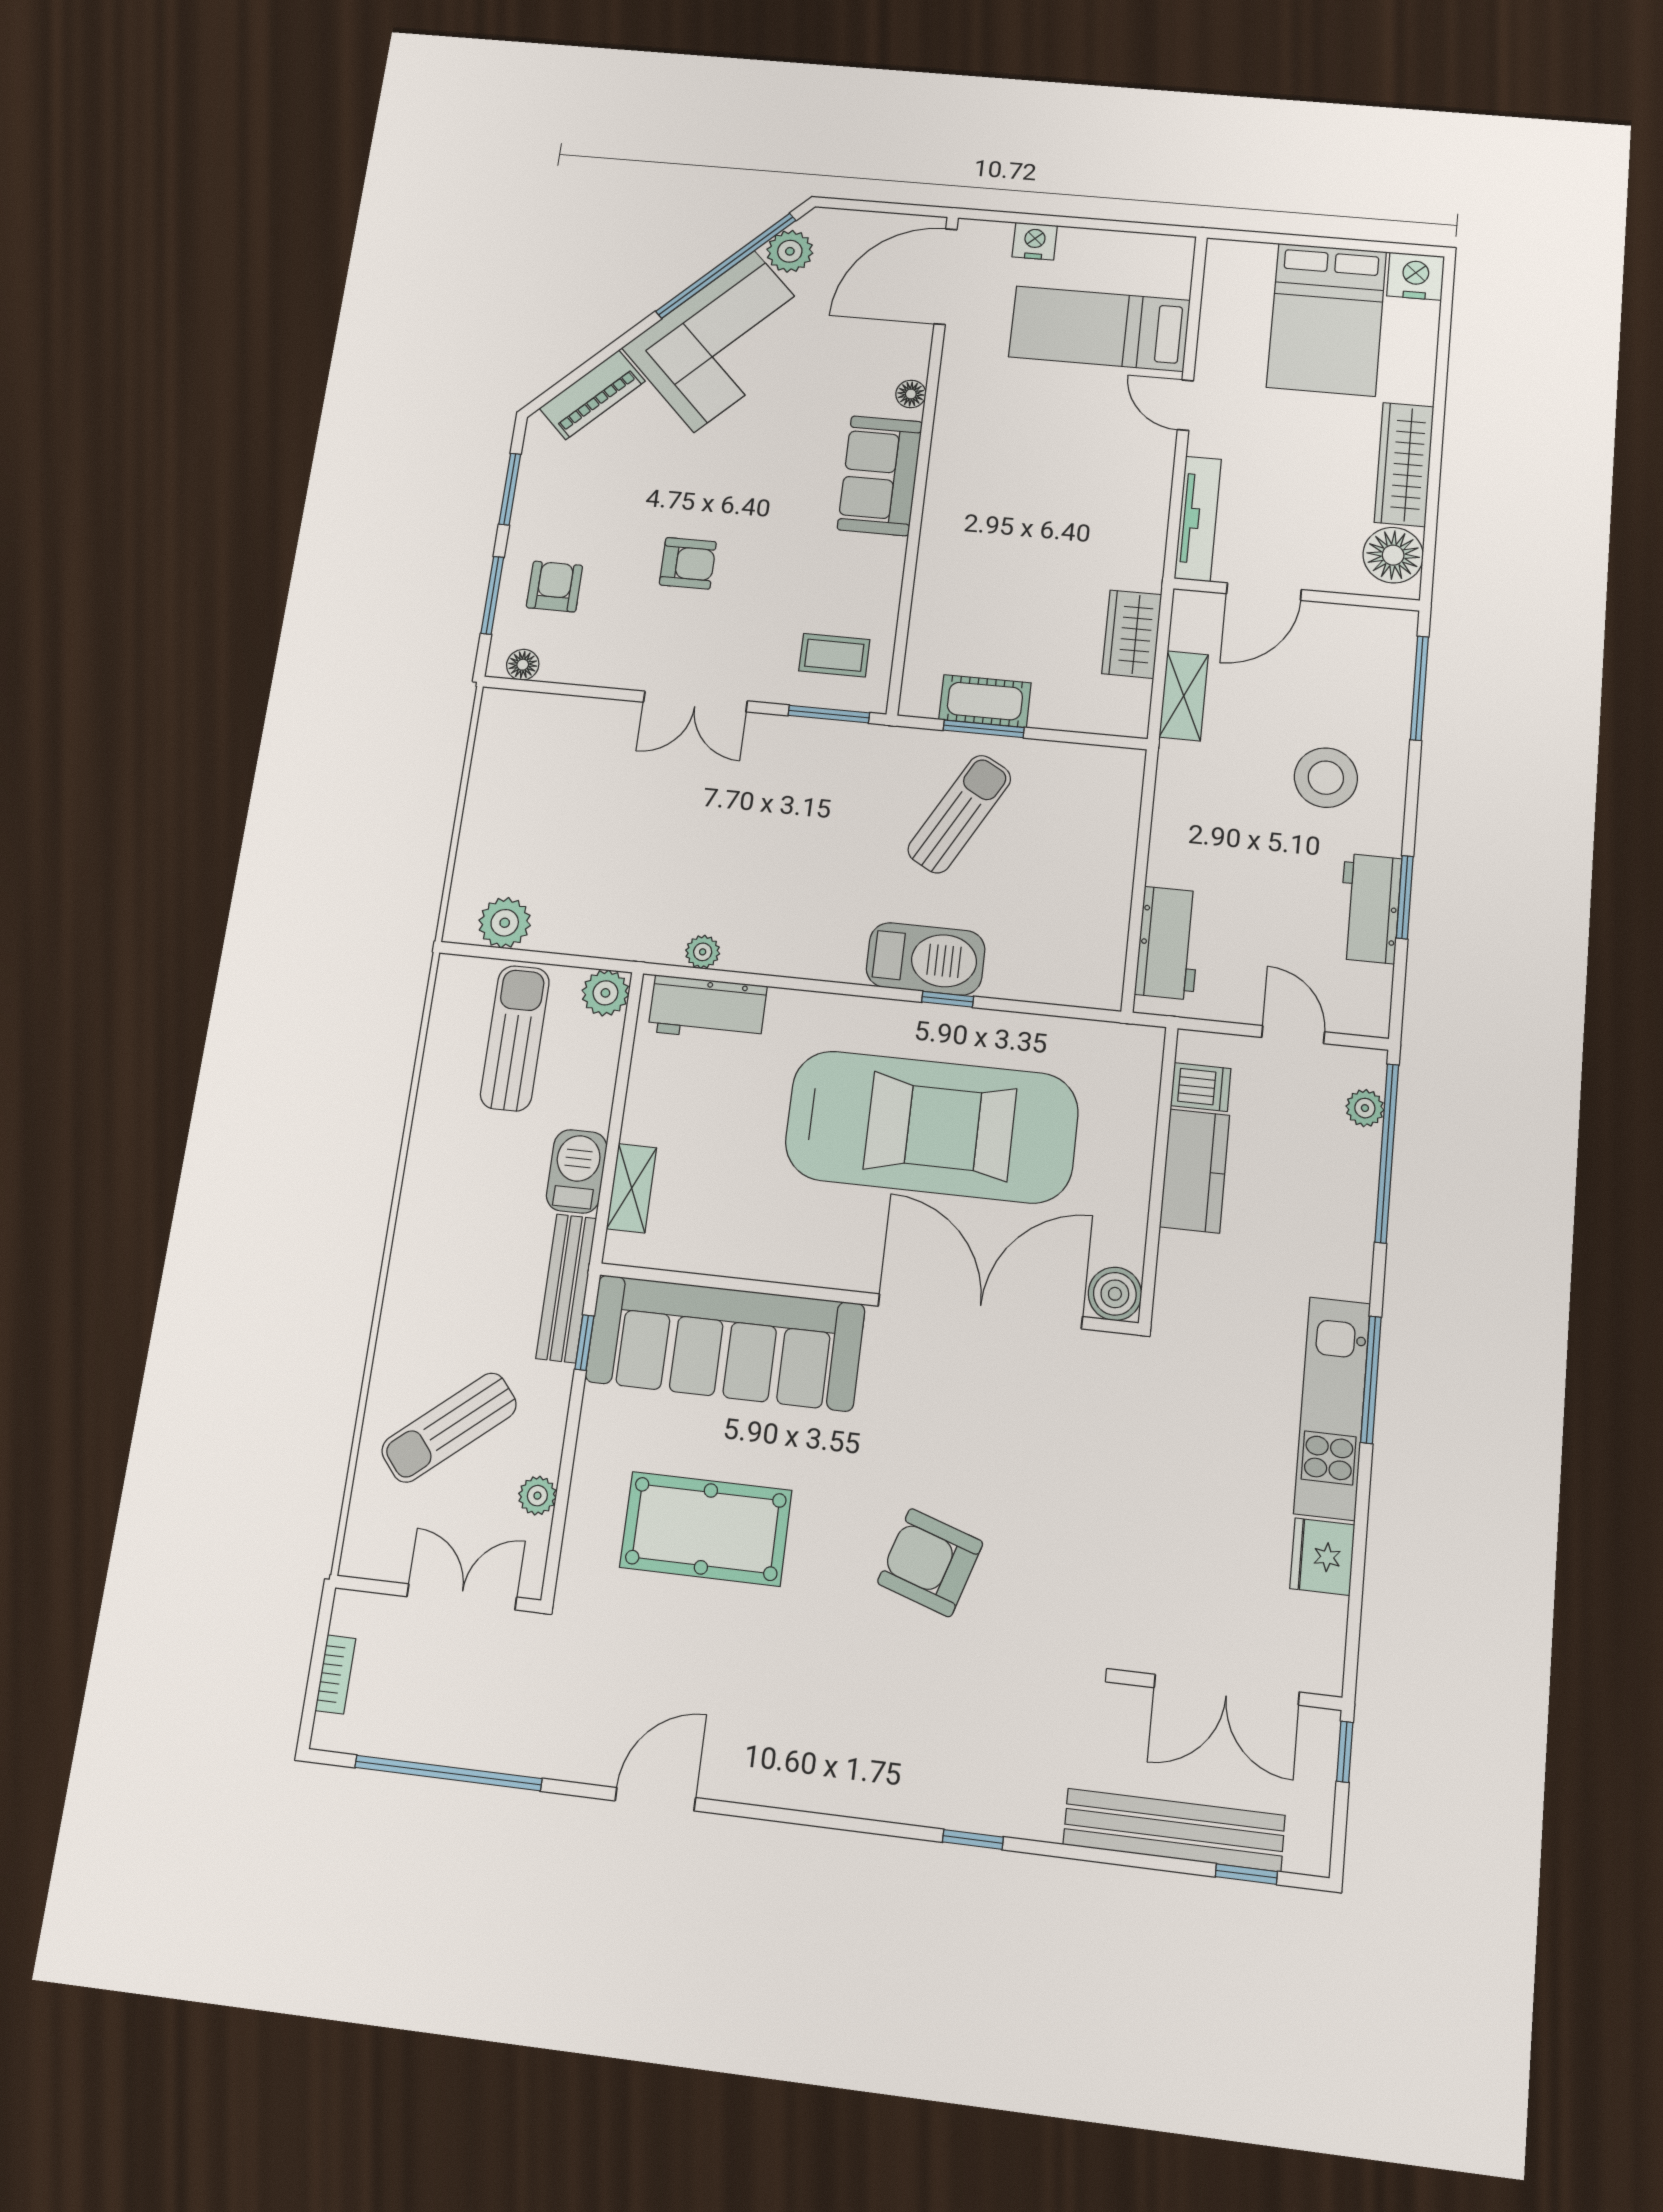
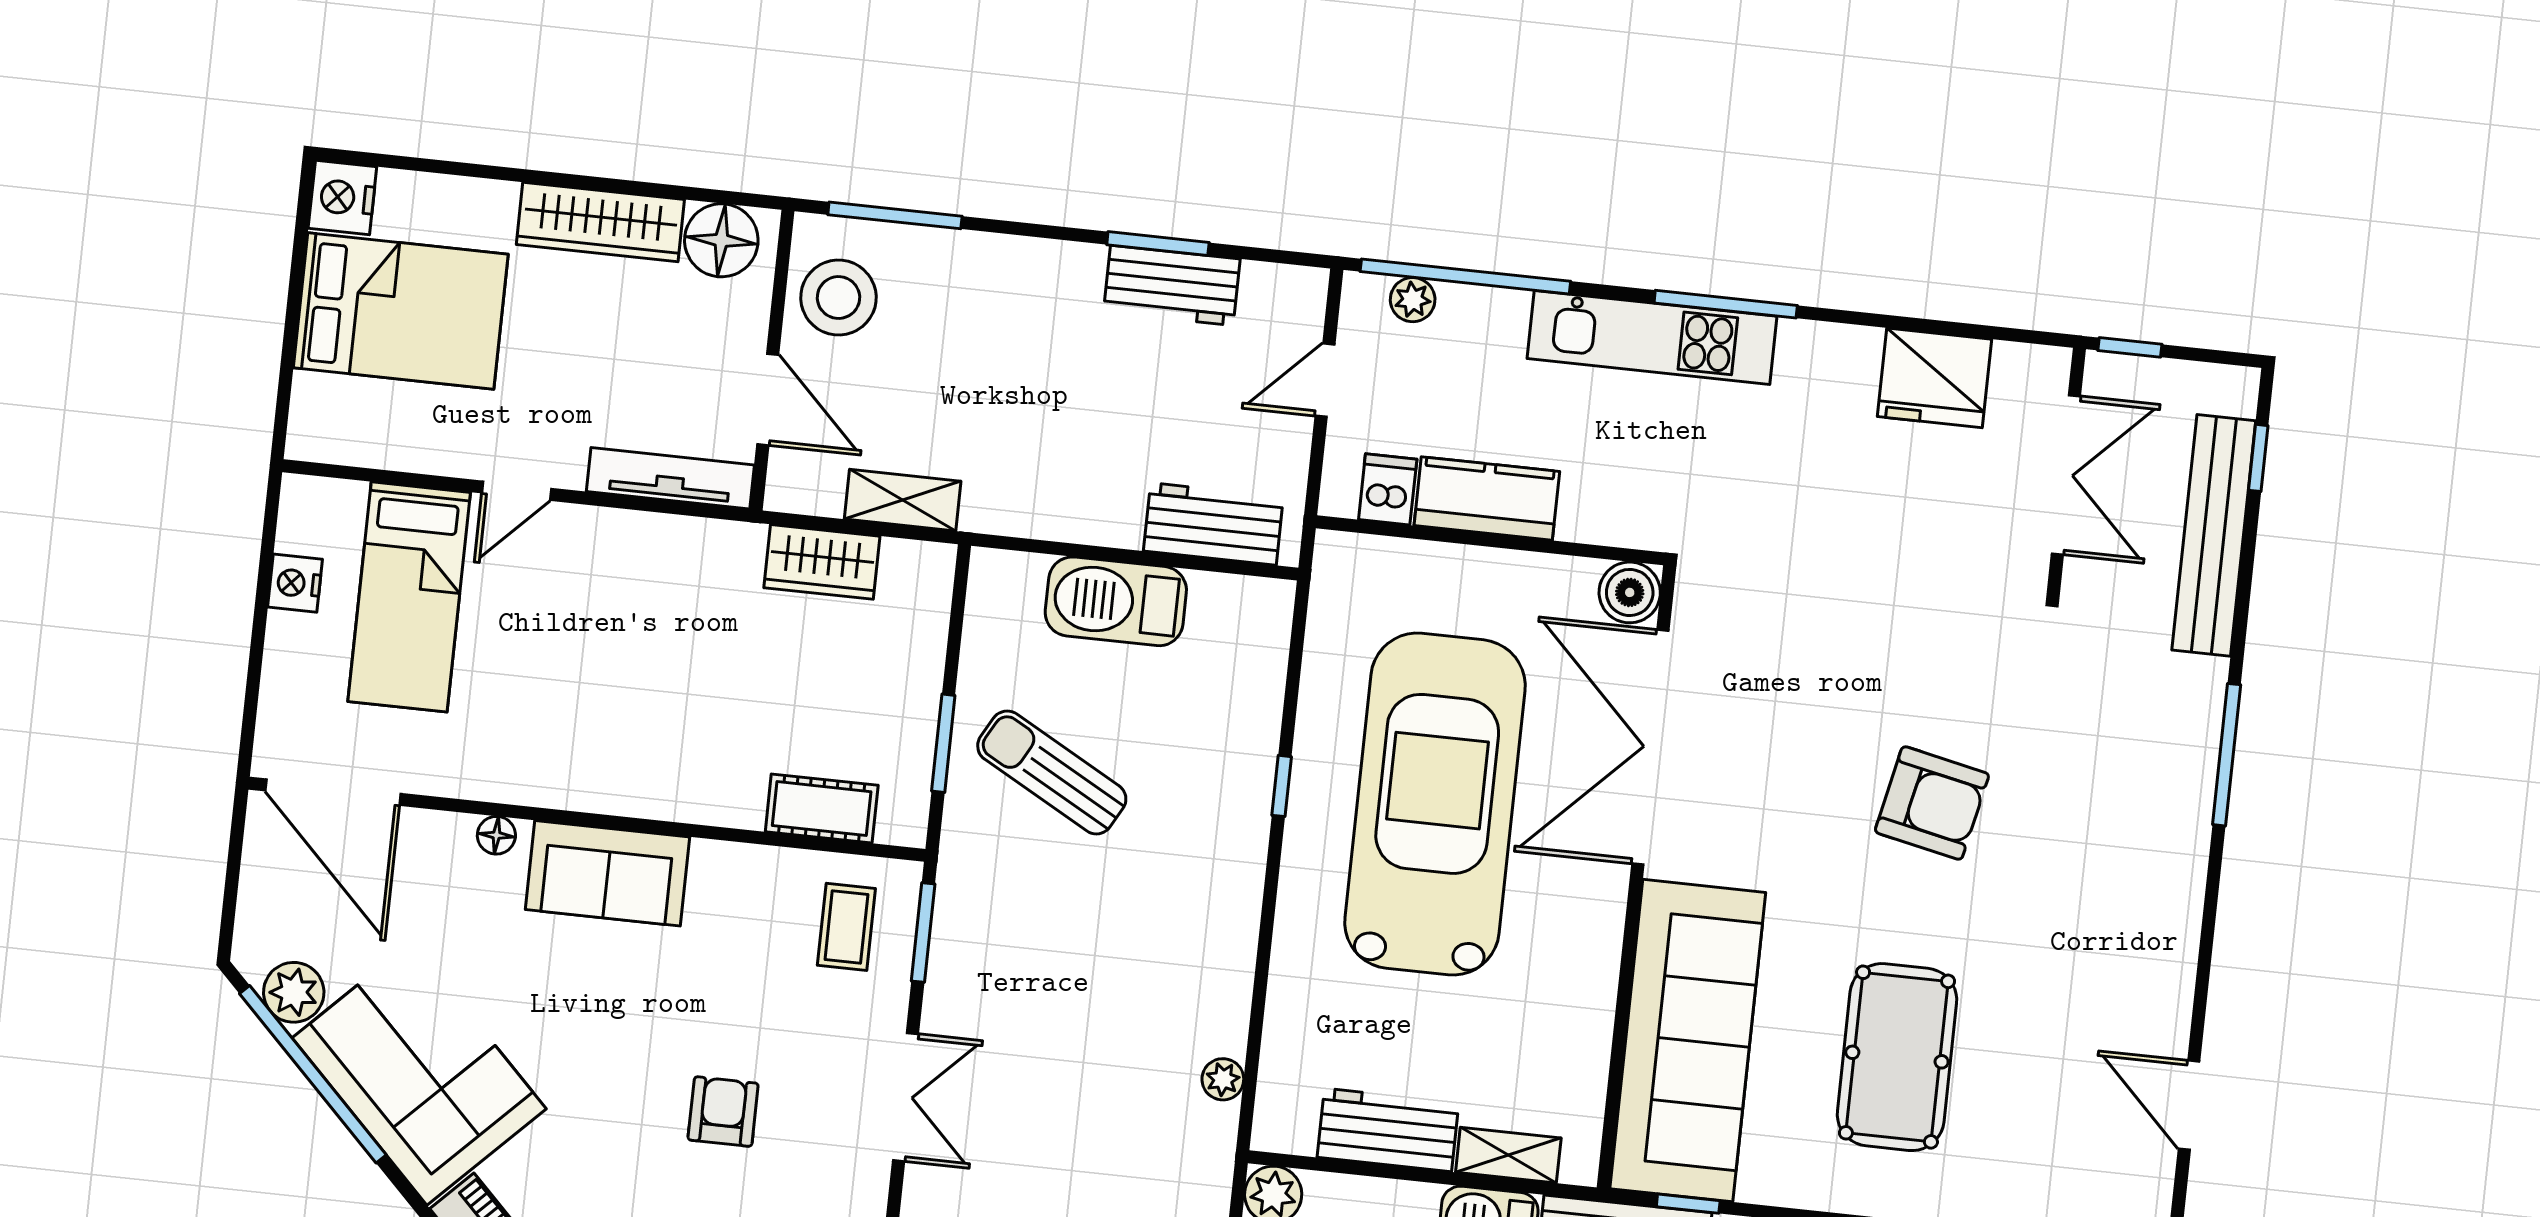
nightstand: (1035, 241) -> (295, 583), moved
cot: (985, 701) -> (822, 809), moved, turned 90
stool: (1326, 778) -> (838, 298), moved
barbecue: (926, 959) -> (1116, 601), moved, turned -90
workbench: (708, 1009) -> (1388, 1130), moved, turned -90
kitchen unit: (1332, 1408) -> (1652, 337), moved
fridge: (1322, 1557) -> (1934, 378), width x1.36, depth x1.34
armchair: (930, 1563) -> (1932, 803), turned -96
window: (973, 1839) -> (2227, 755), width x2.17

